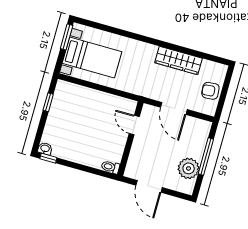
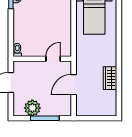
wardrobe: (179, 61) -> (110, 78), width x0.67
armchair: (210, 91) -> (94, 108), removed

